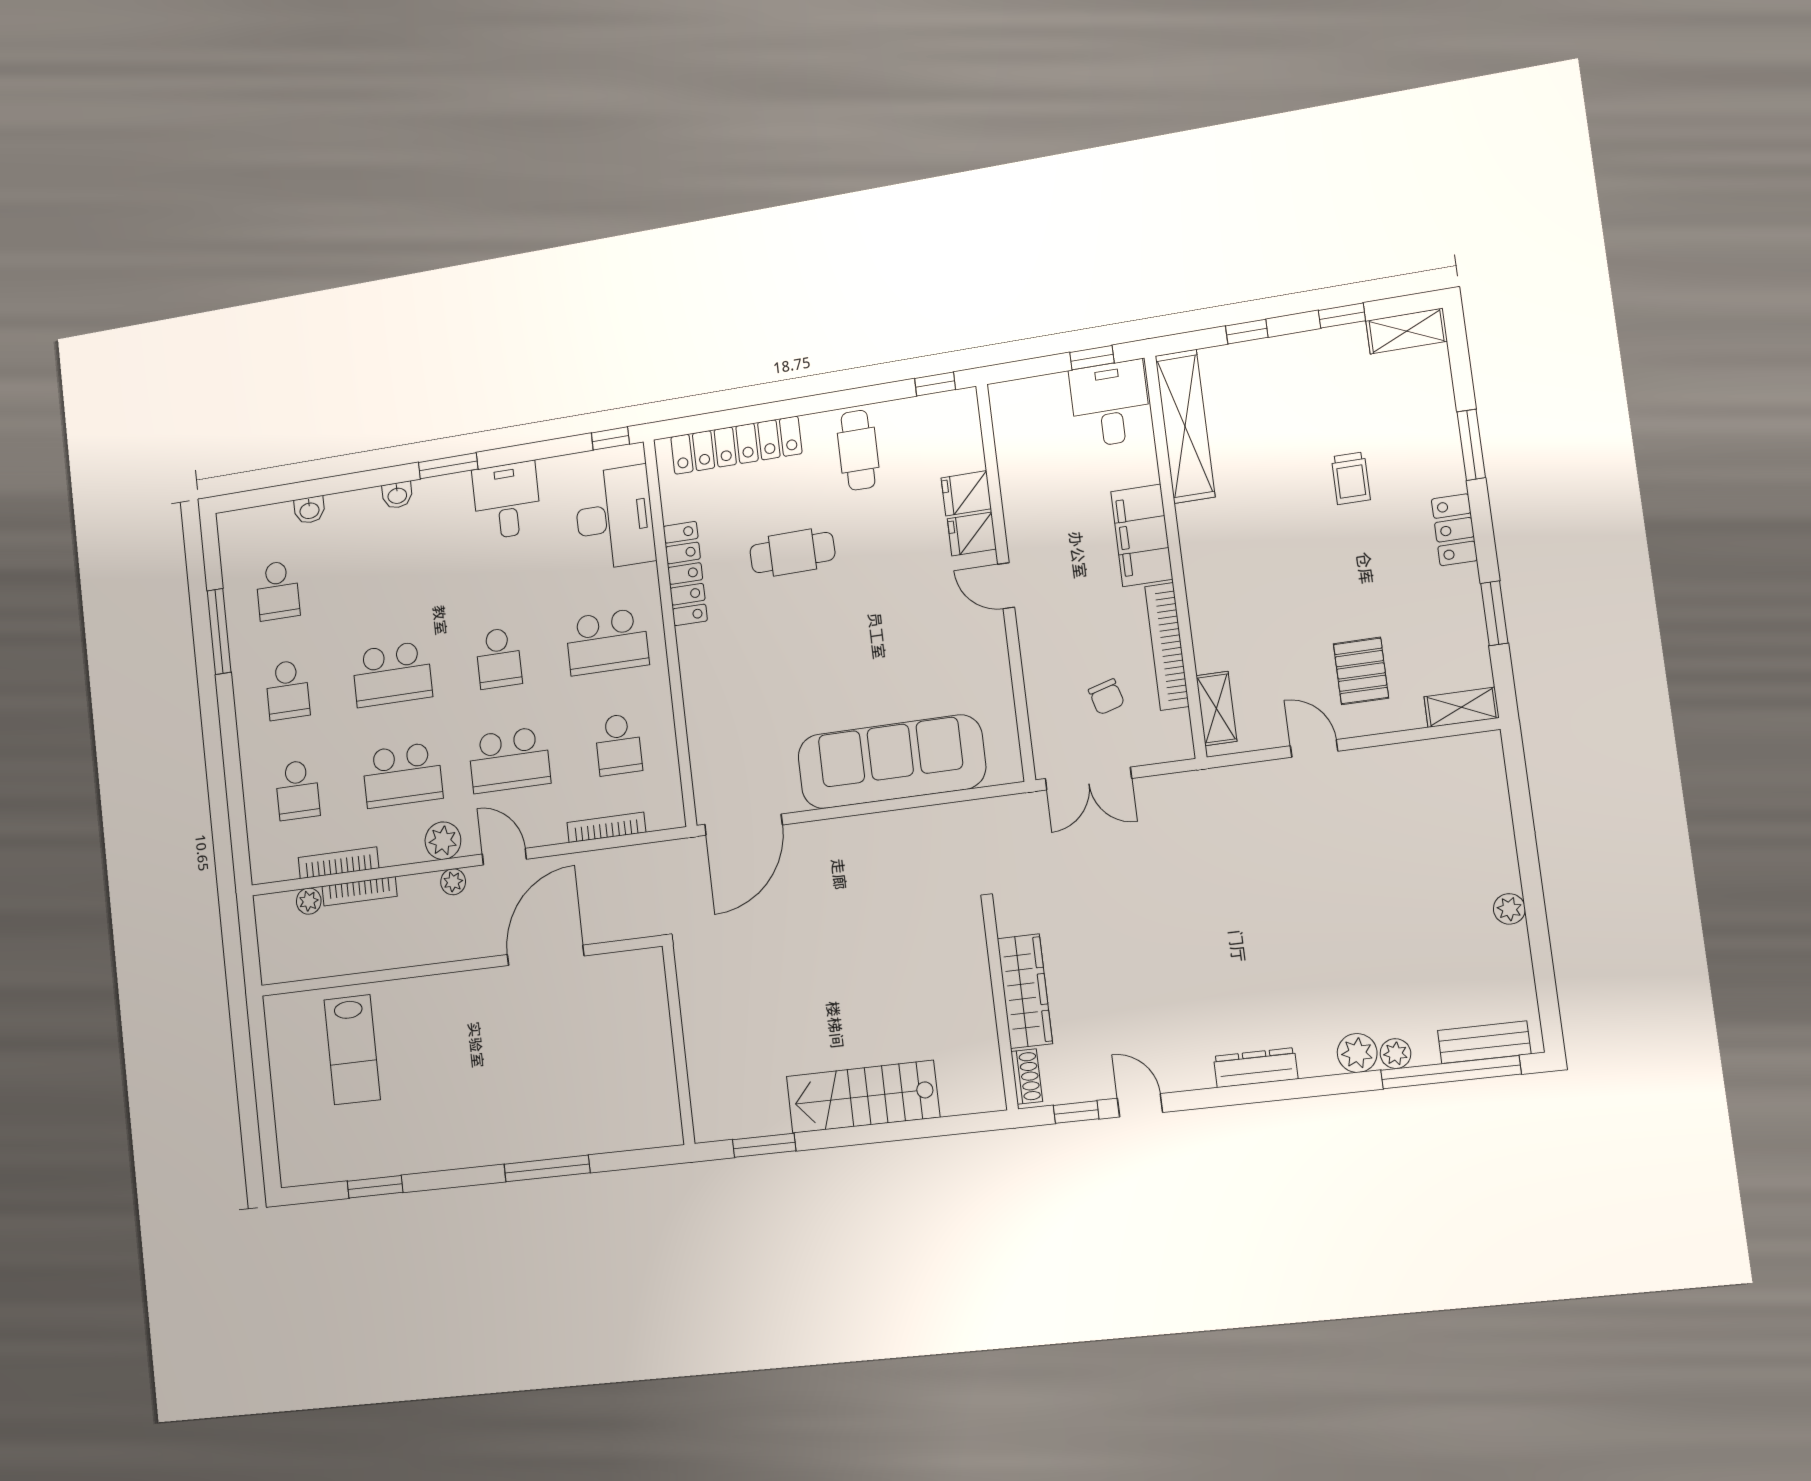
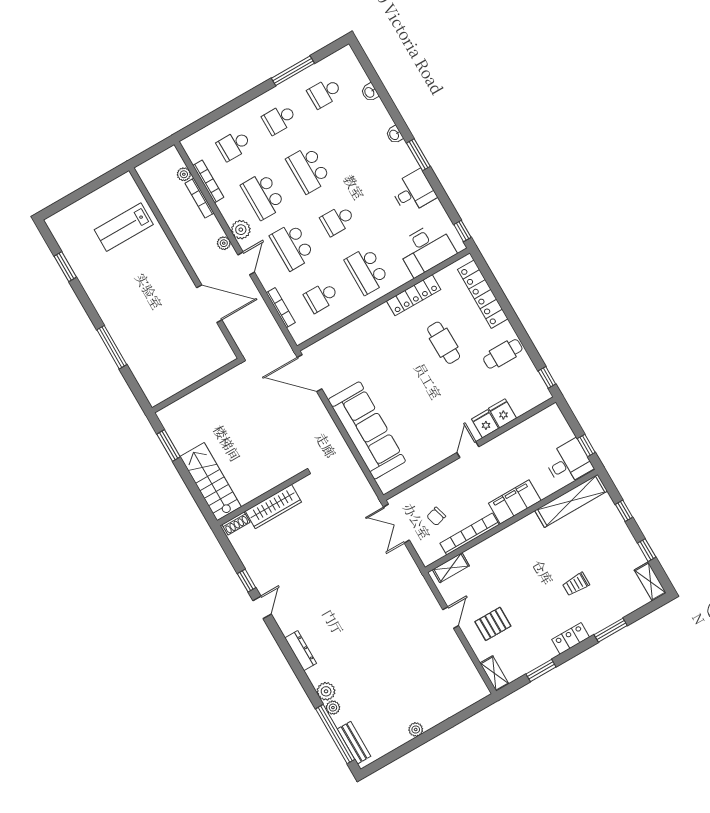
wardrobe: (1025, 991) -> (273, 507), moved
wall: (1000, 1007) -> (261, 498), moved
shoe rack: (1027, 1076) -> (236, 523), moved

